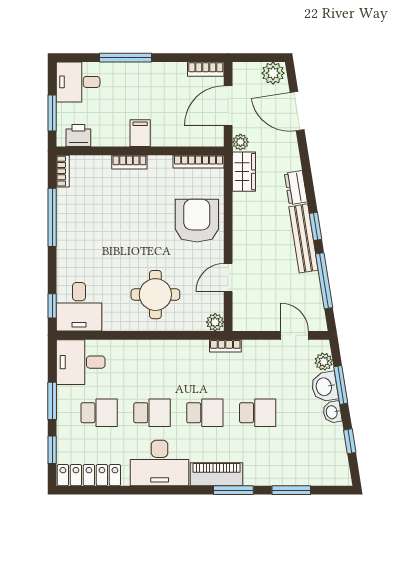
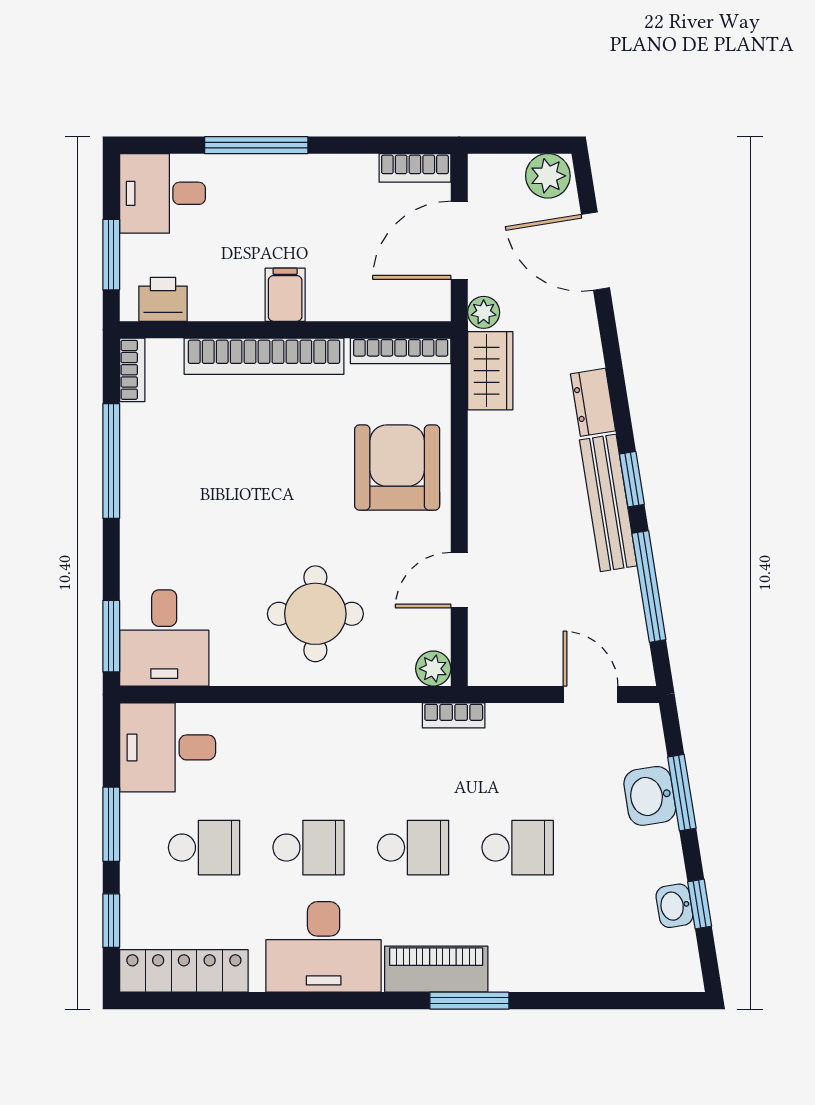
bookcase: (129, 162) -> (264, 356), width x2.31, depth x1.31
window: (52, 306) -> (111, 636), width x1.50
plant: (324, 362) -> (648, 747), removed
washbasin: (332, 412) -> (674, 906), moved
window: (291, 490) -> (584, 1001), removed

